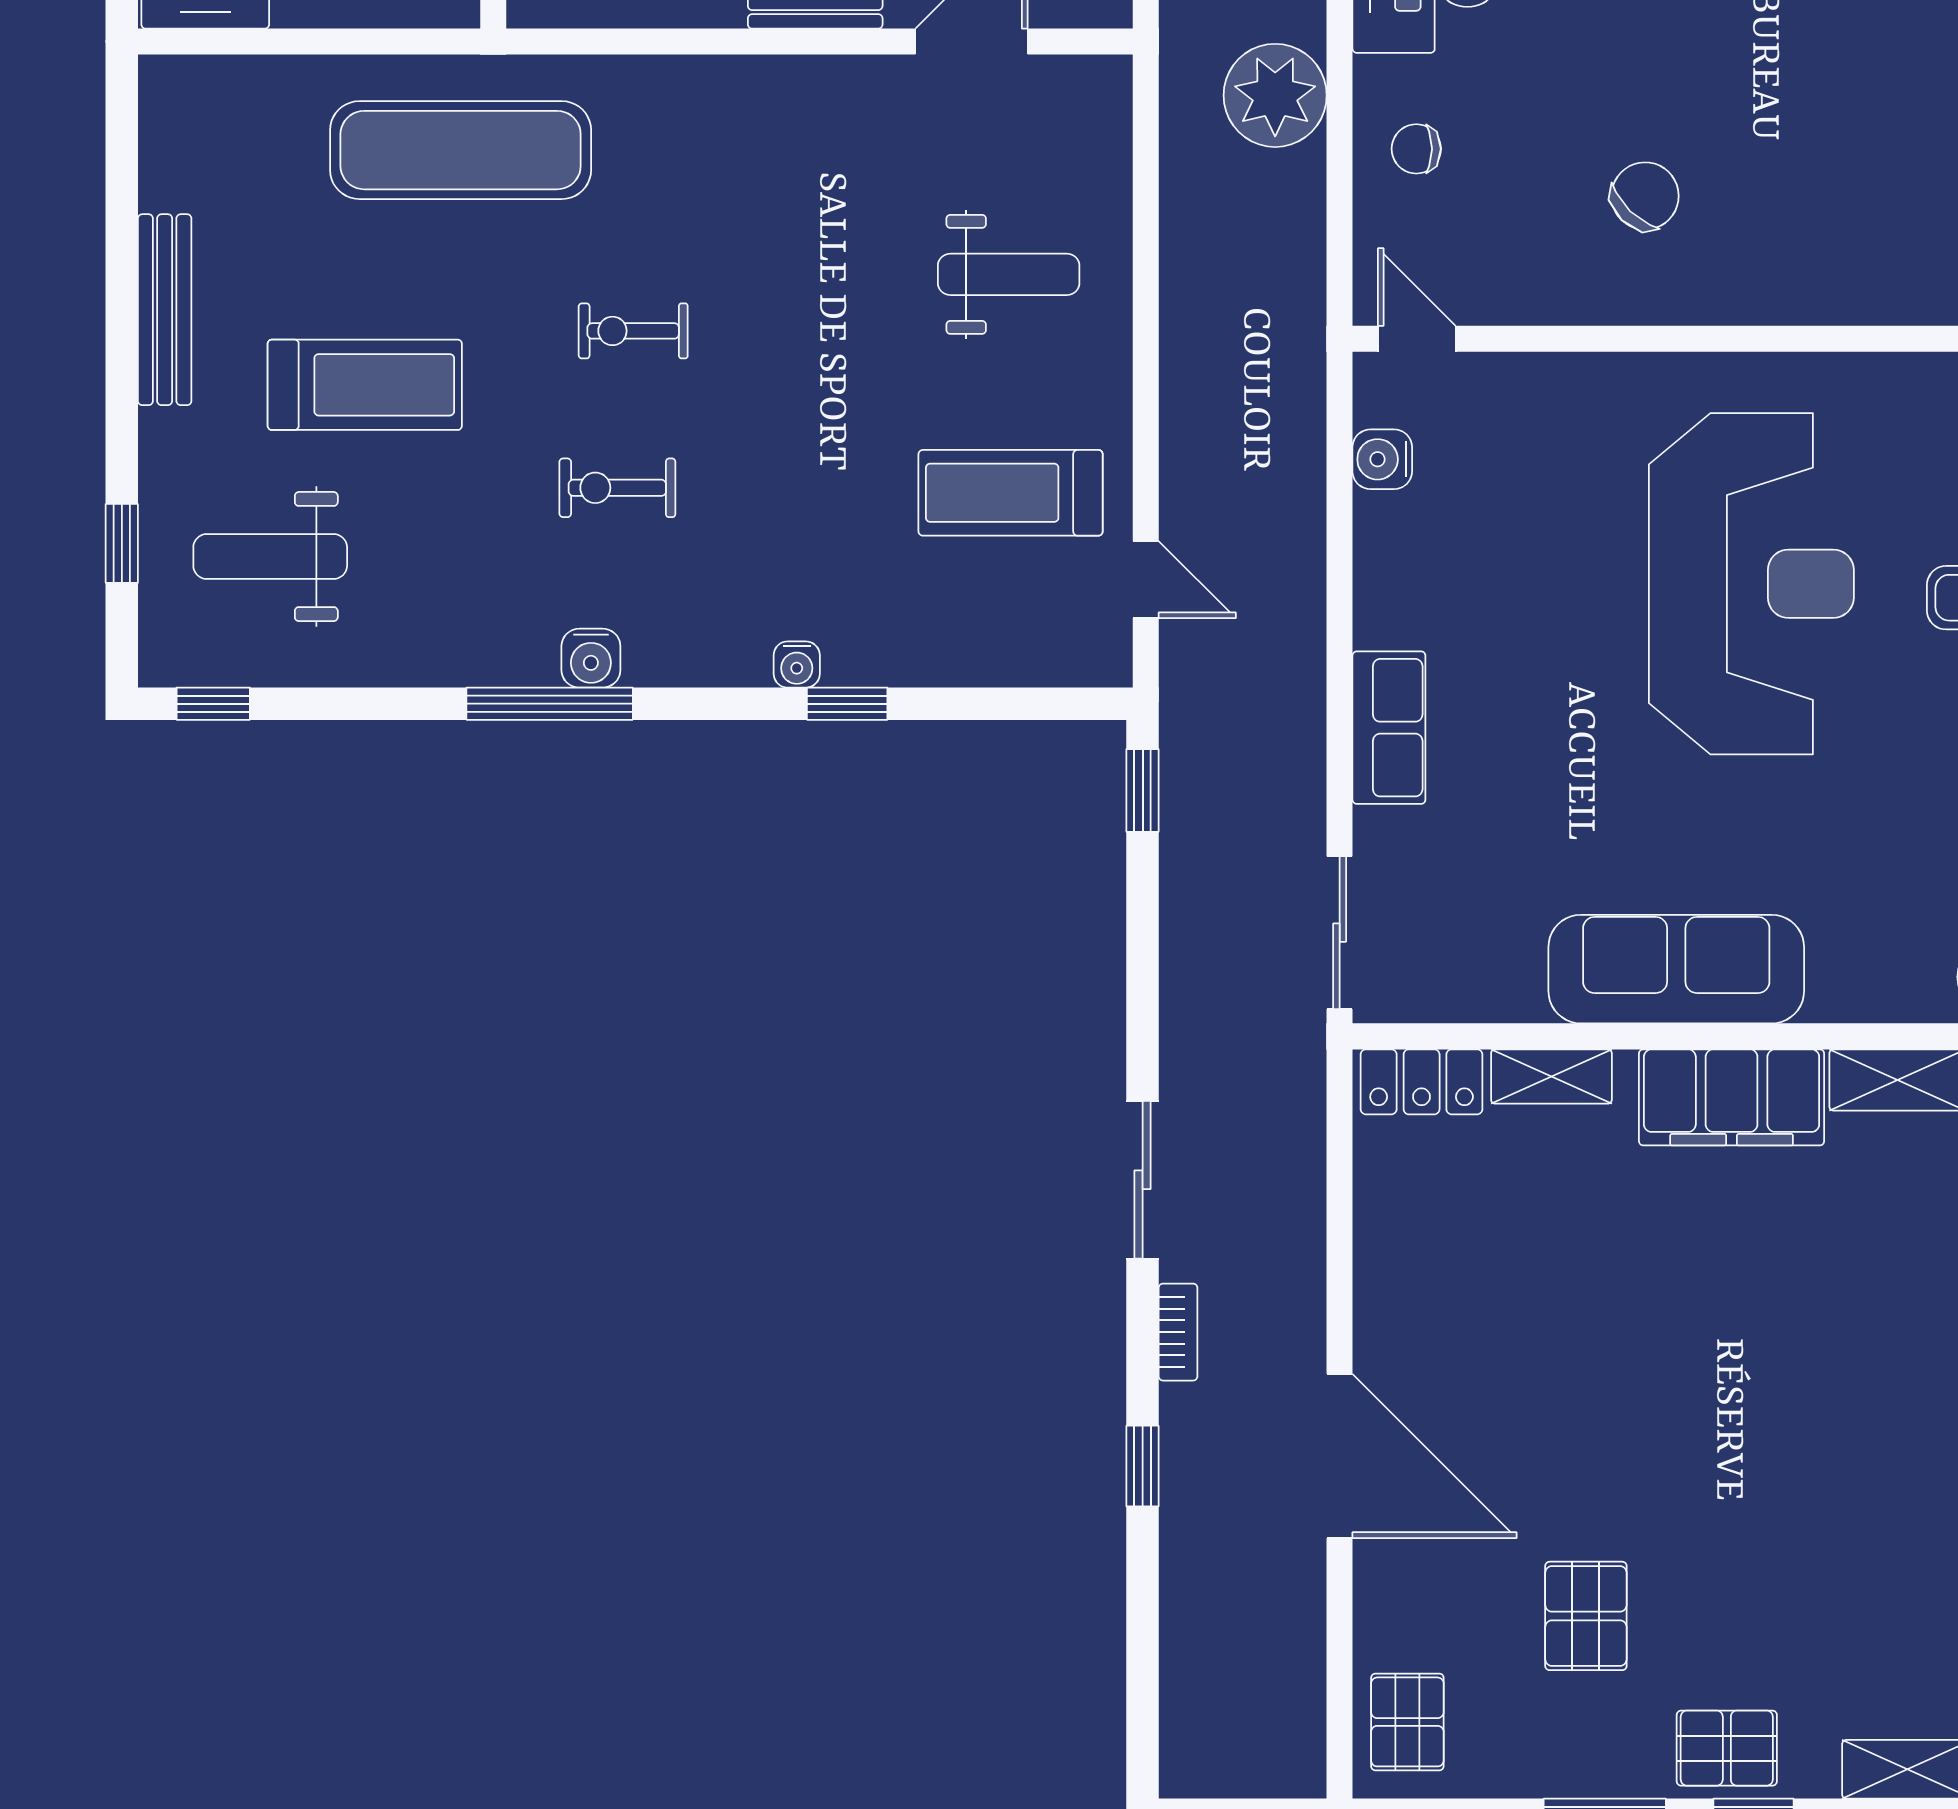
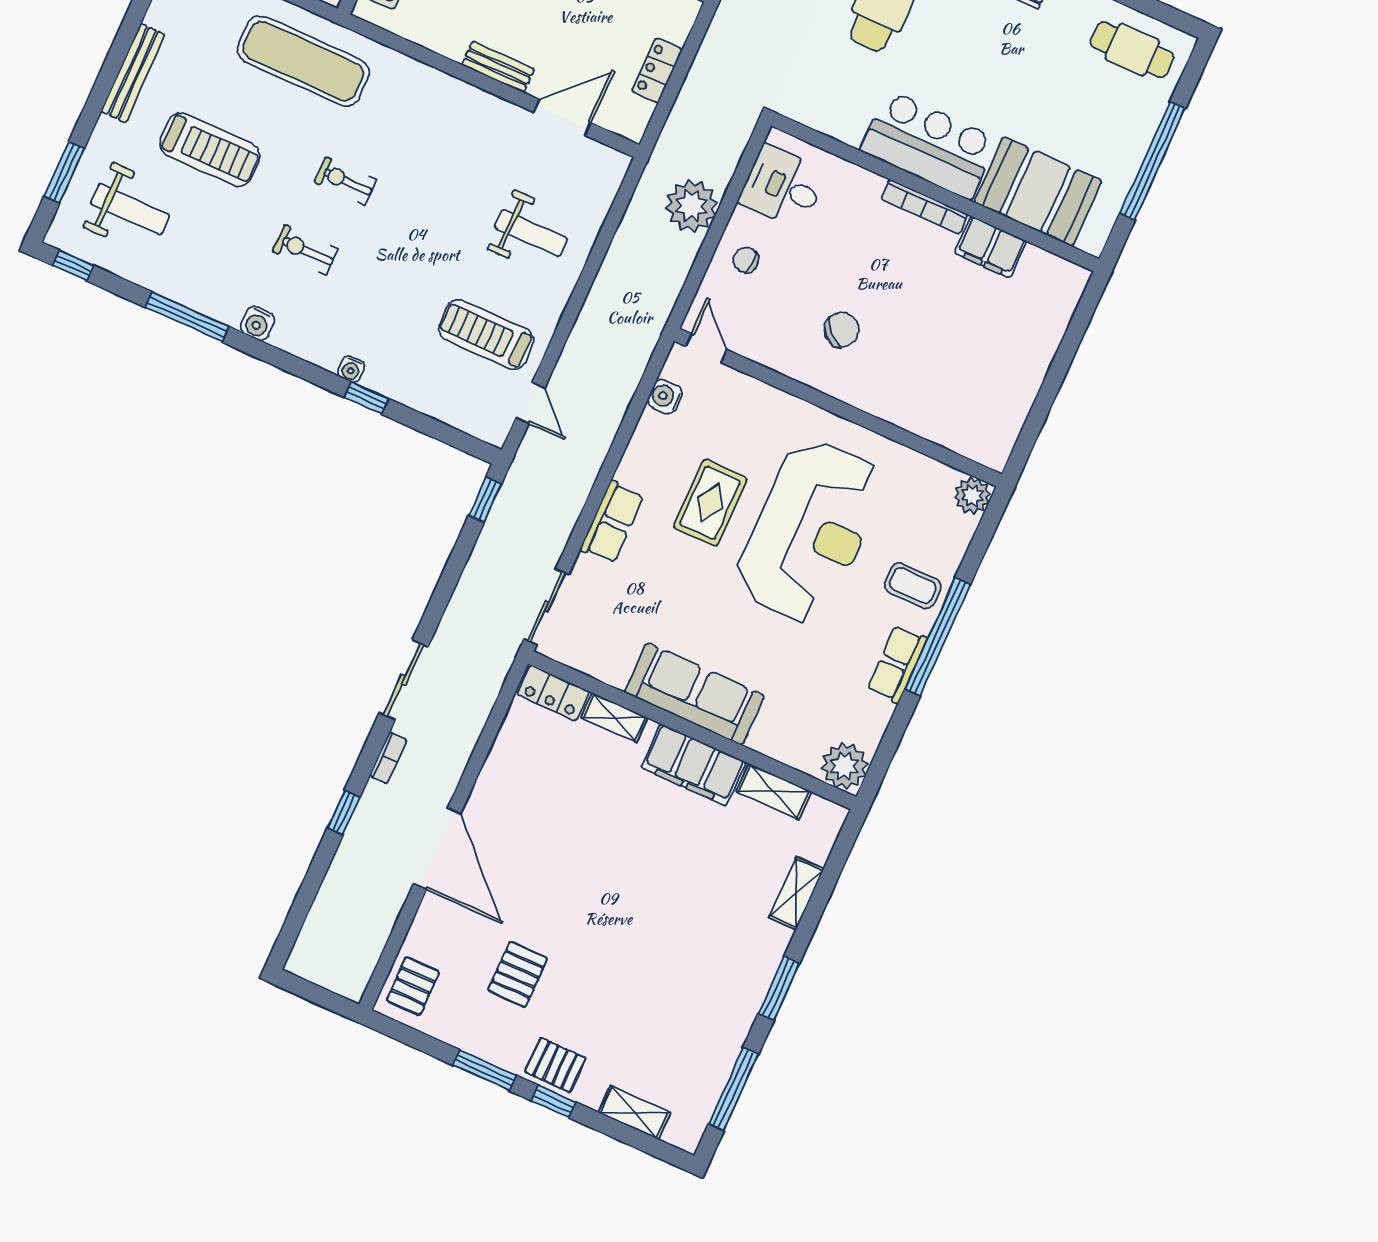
window: (122, 543) -> (64, 172), width x1.50
weight bench: (270, 557) -> (130, 209), turned 180
rug: (1549, 613) -> (710, 503), added
window: (550, 704) -> (187, 317), moved

